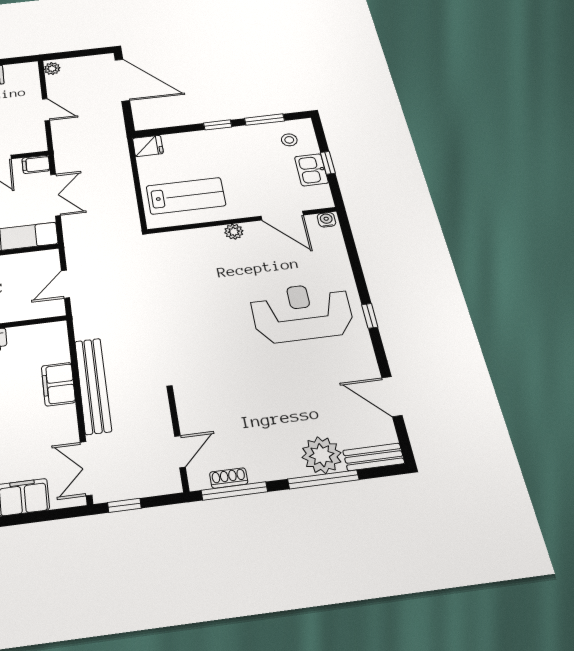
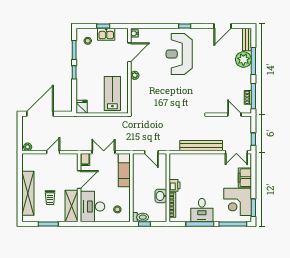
filing cabinet: (58, 384) -> (198, 160), removed

